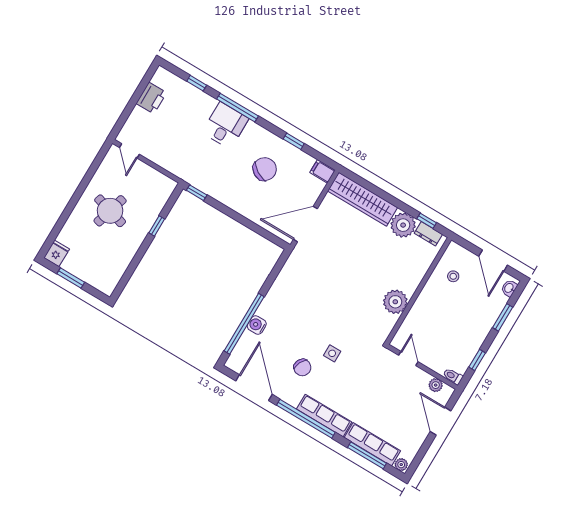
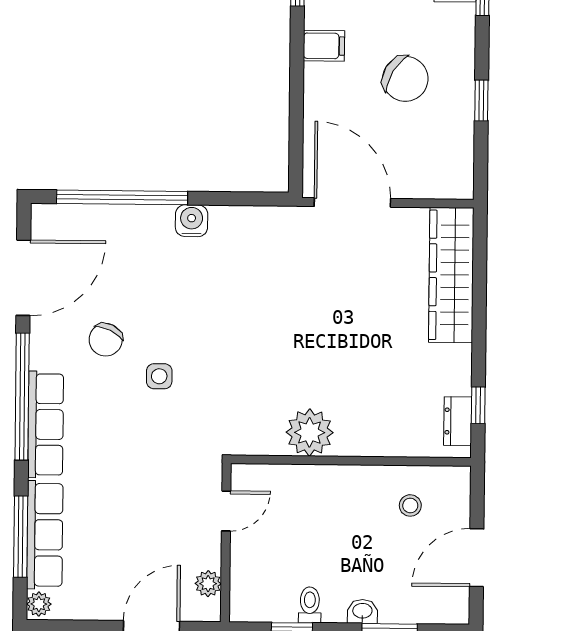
filing cabinet: (322, 171) -> (324, 46), moved, turned 90
plant: (403, 225) -> (448, 370), removed
washbasin: (509, 288) -> (362, 611), moved
water cooler: (257, 325) -> (192, 221), moved
toilet: (453, 376) -> (310, 605), moved

